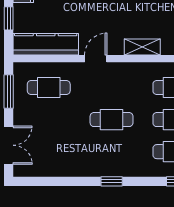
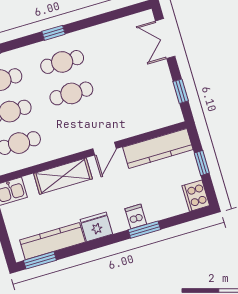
shelving: (142, 47) -> (63, 176), width x1.50, depth x1.33
cafe table: (49, 87) -> (62, 62), moved
window: (9, 92) -> (181, 91), width x0.67

